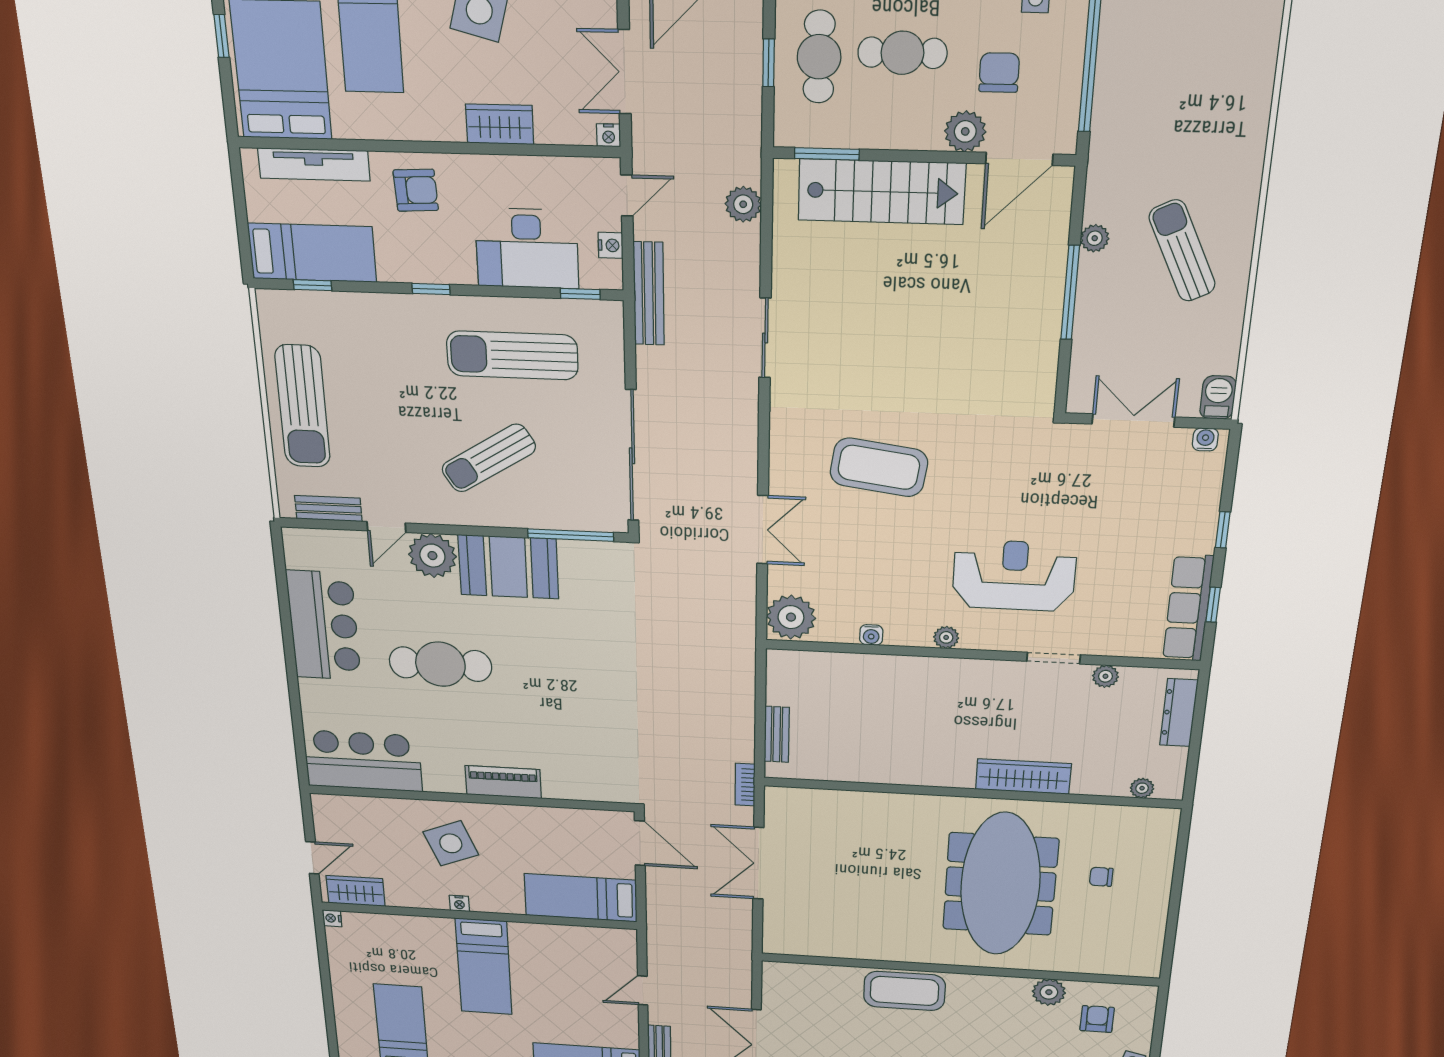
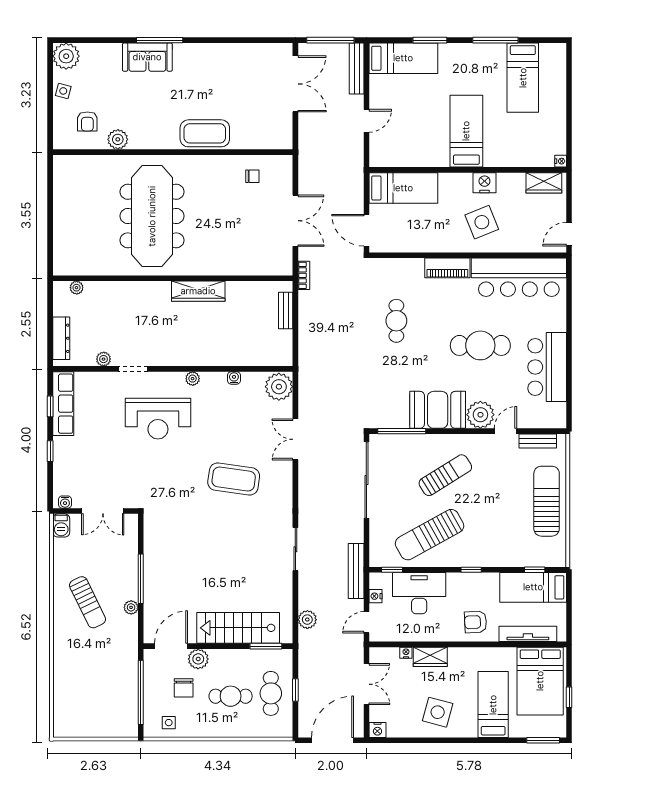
nightstand: (609, 135) -> (406, 653), moved
sun lounger: (512, 355) -> (430, 535), turned 151
cafe table: (586, 709) -> (396, 321), added
bar counter: (363, 761) -> (519, 277), width x1.36
wardrobe: (1023, 776) -> (198, 291), moved
door: (312, 858) -> (569, 234), moved
chair: (1101, 877) -> (252, 176), moved
nightstand: (459, 903) -> (484, 183), width x1.89, depth x1.79

